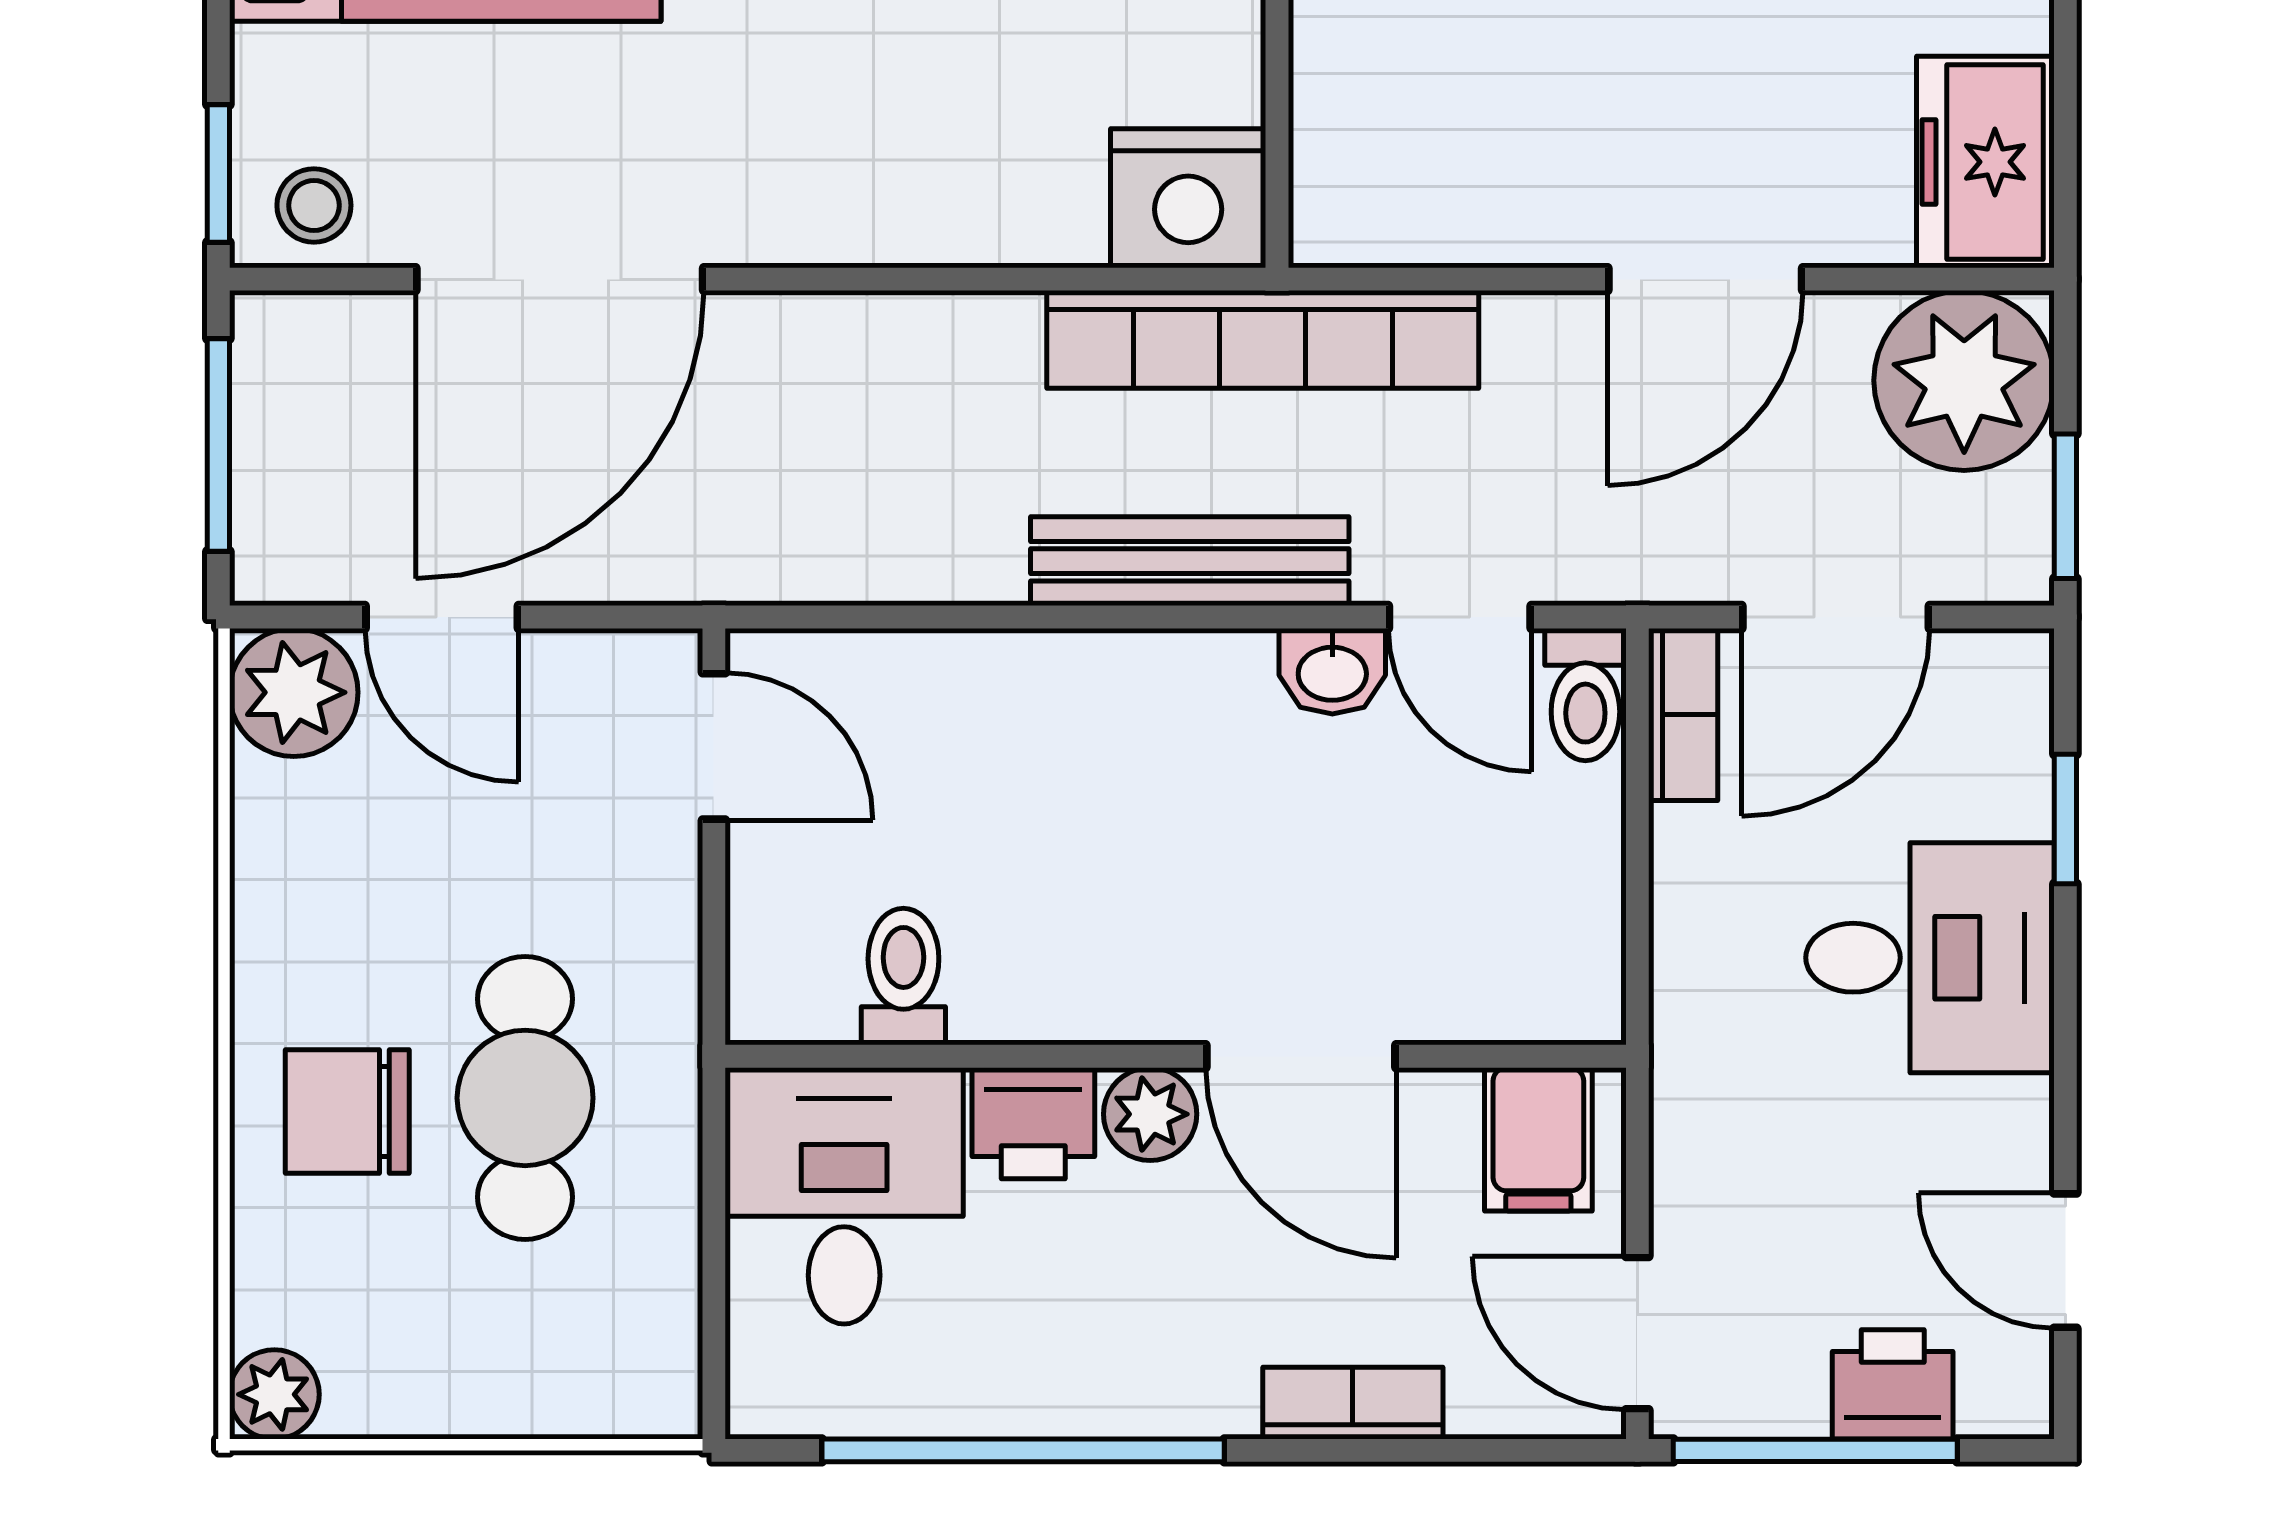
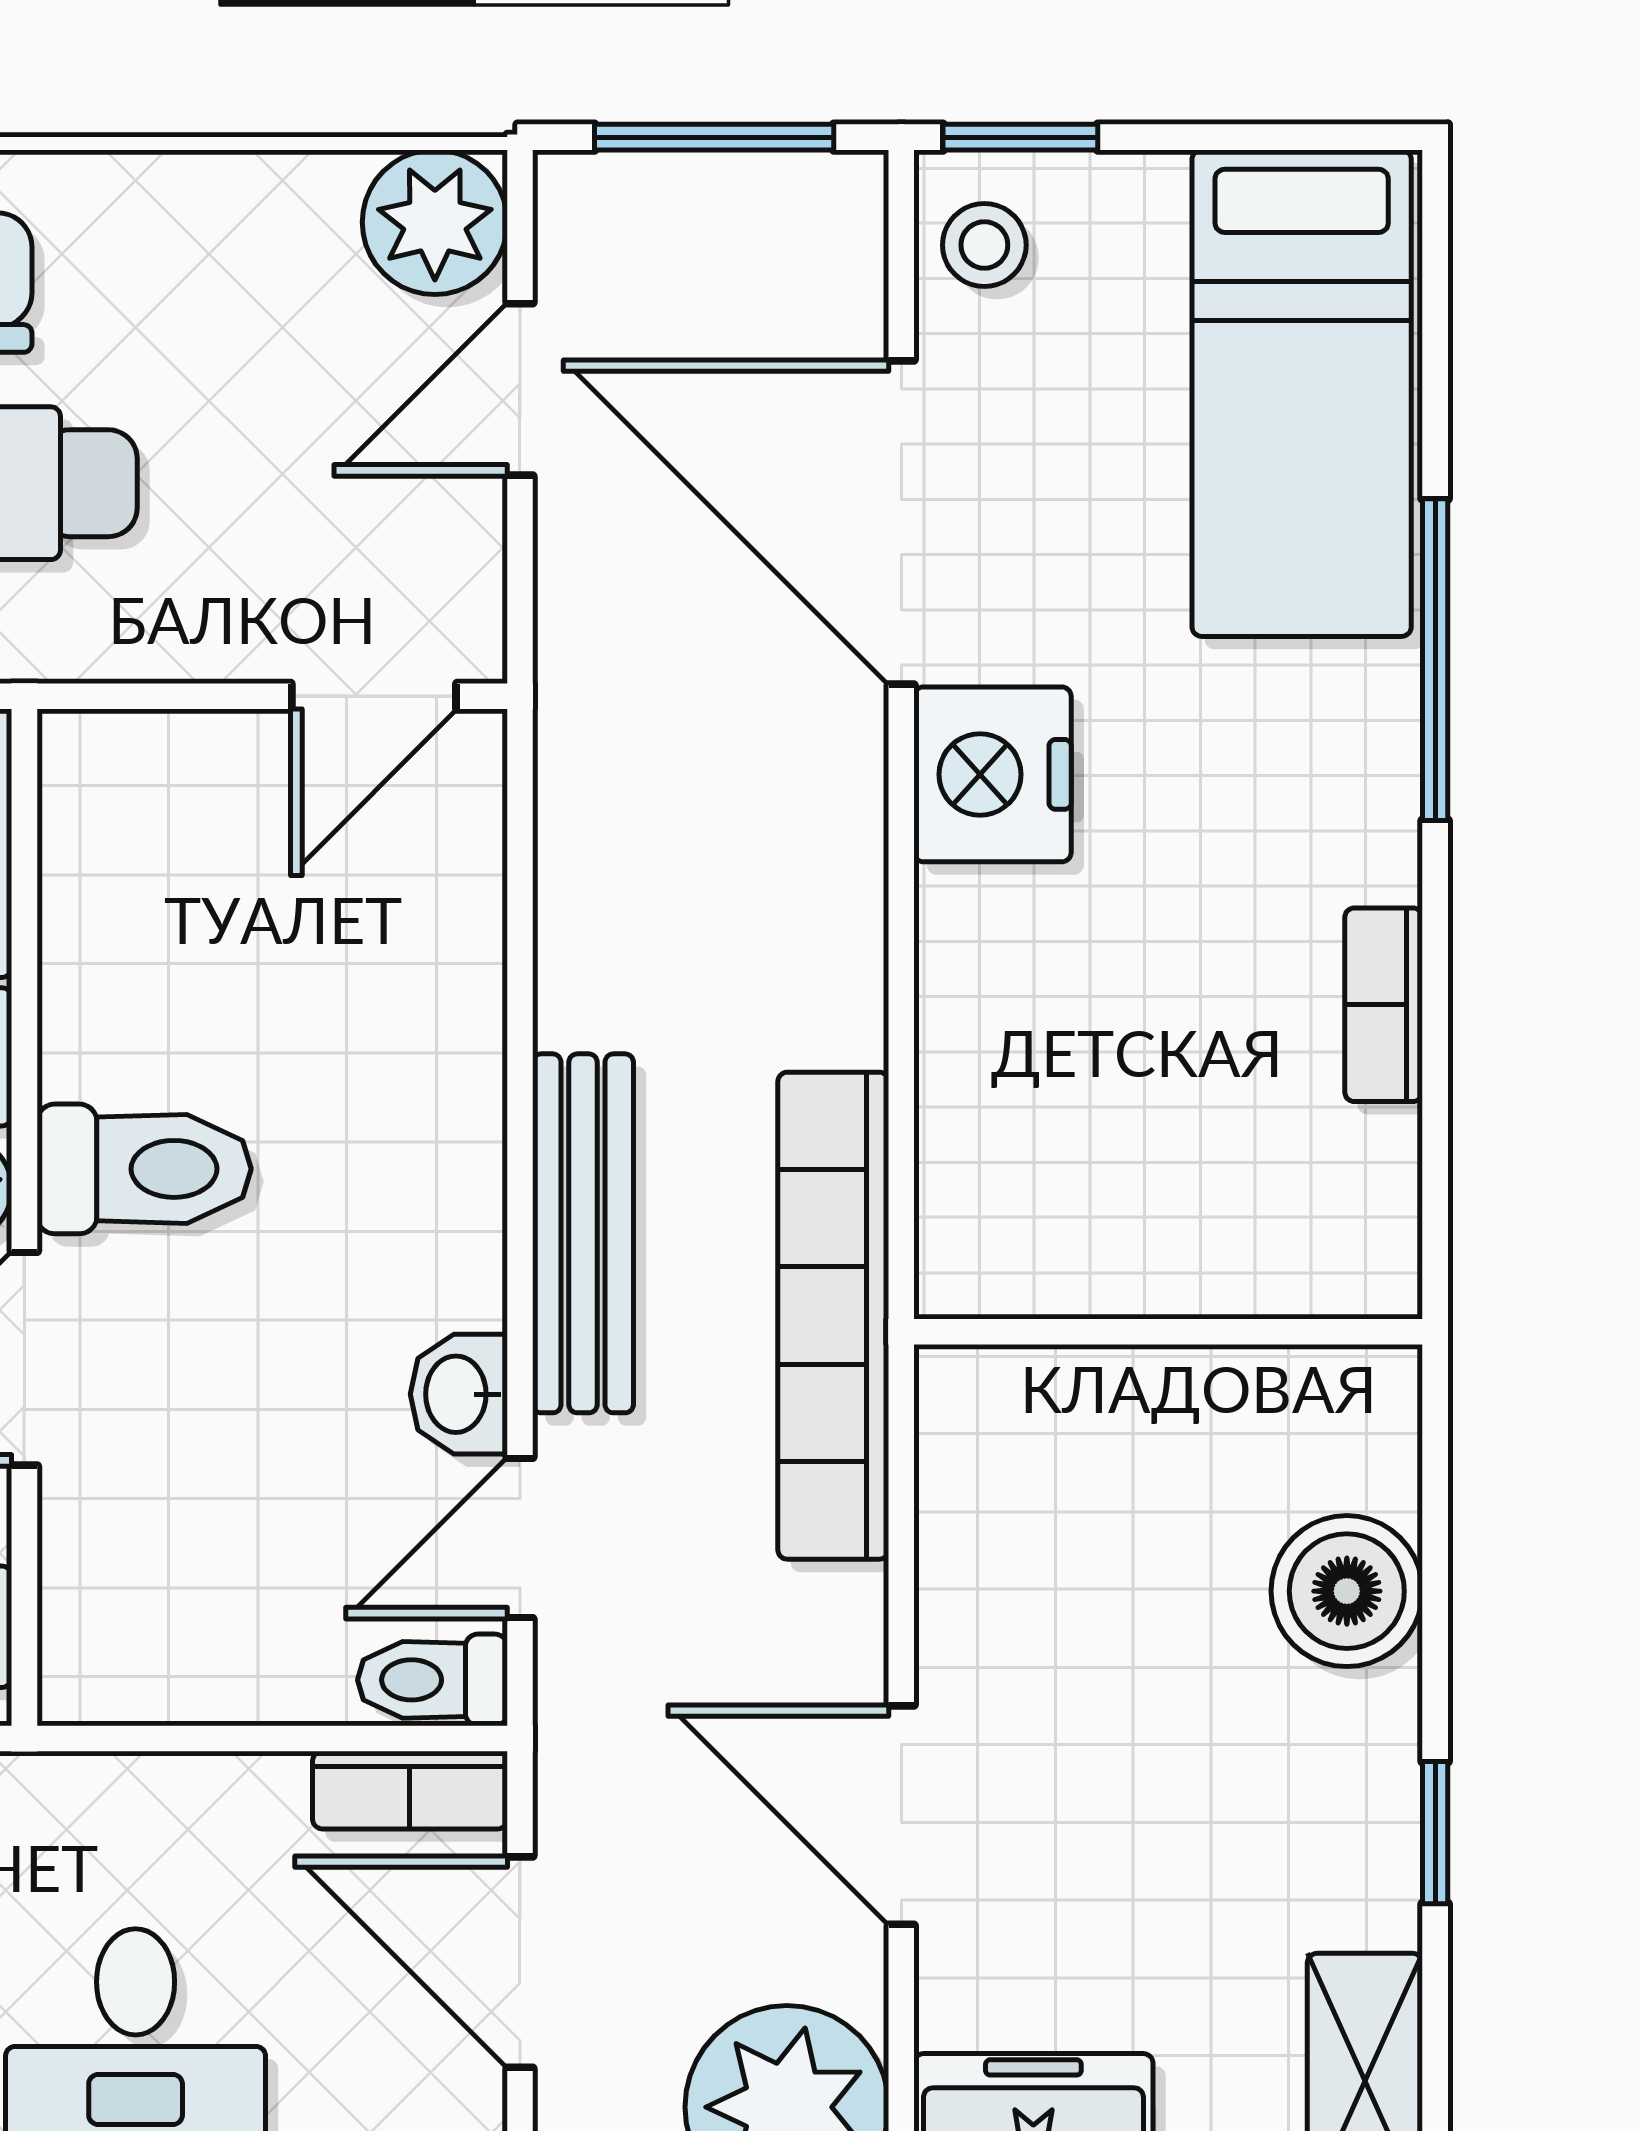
nightstand: (1188, 198) -> (993, 774), moved
toilet: (903, 977) -> (144, 1169), moved, width x1.37, depth x1.39

